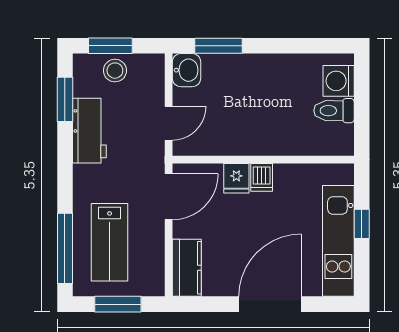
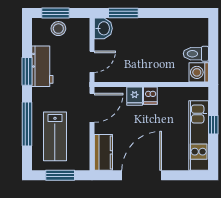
washing machine: (339, 81) -> (199, 72), moved
window: (65, 99) -> (27, 71), moved
window: (65, 248) -> (27, 124), moved
door: (270, 304) -> (142, 175), moved

